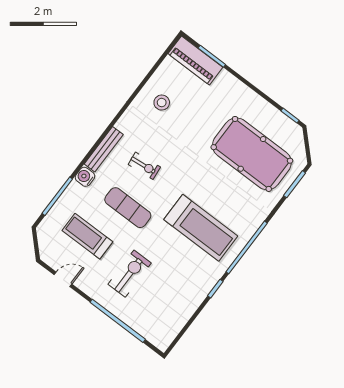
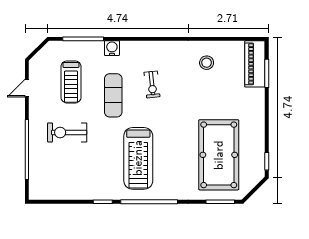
bench: (104, 149) -> (142, 47), removed
treadmill: (87, 236) -> (71, 82), turned 180
exercise bike: (130, 274) -> (67, 132), turned 180
door: (63, 279) -> (27, 88), swing flipped

